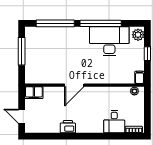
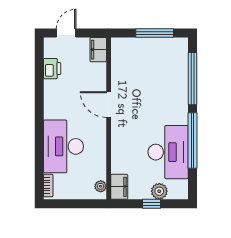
plant: (138, 35) -> (159, 191), moved
filing cabinet: (139, 77) -> (119, 187), width x2.00
desk: (114, 122) -> (63, 146), width x1.87, depth x1.30
printer: (68, 127) -> (52, 69), moved

